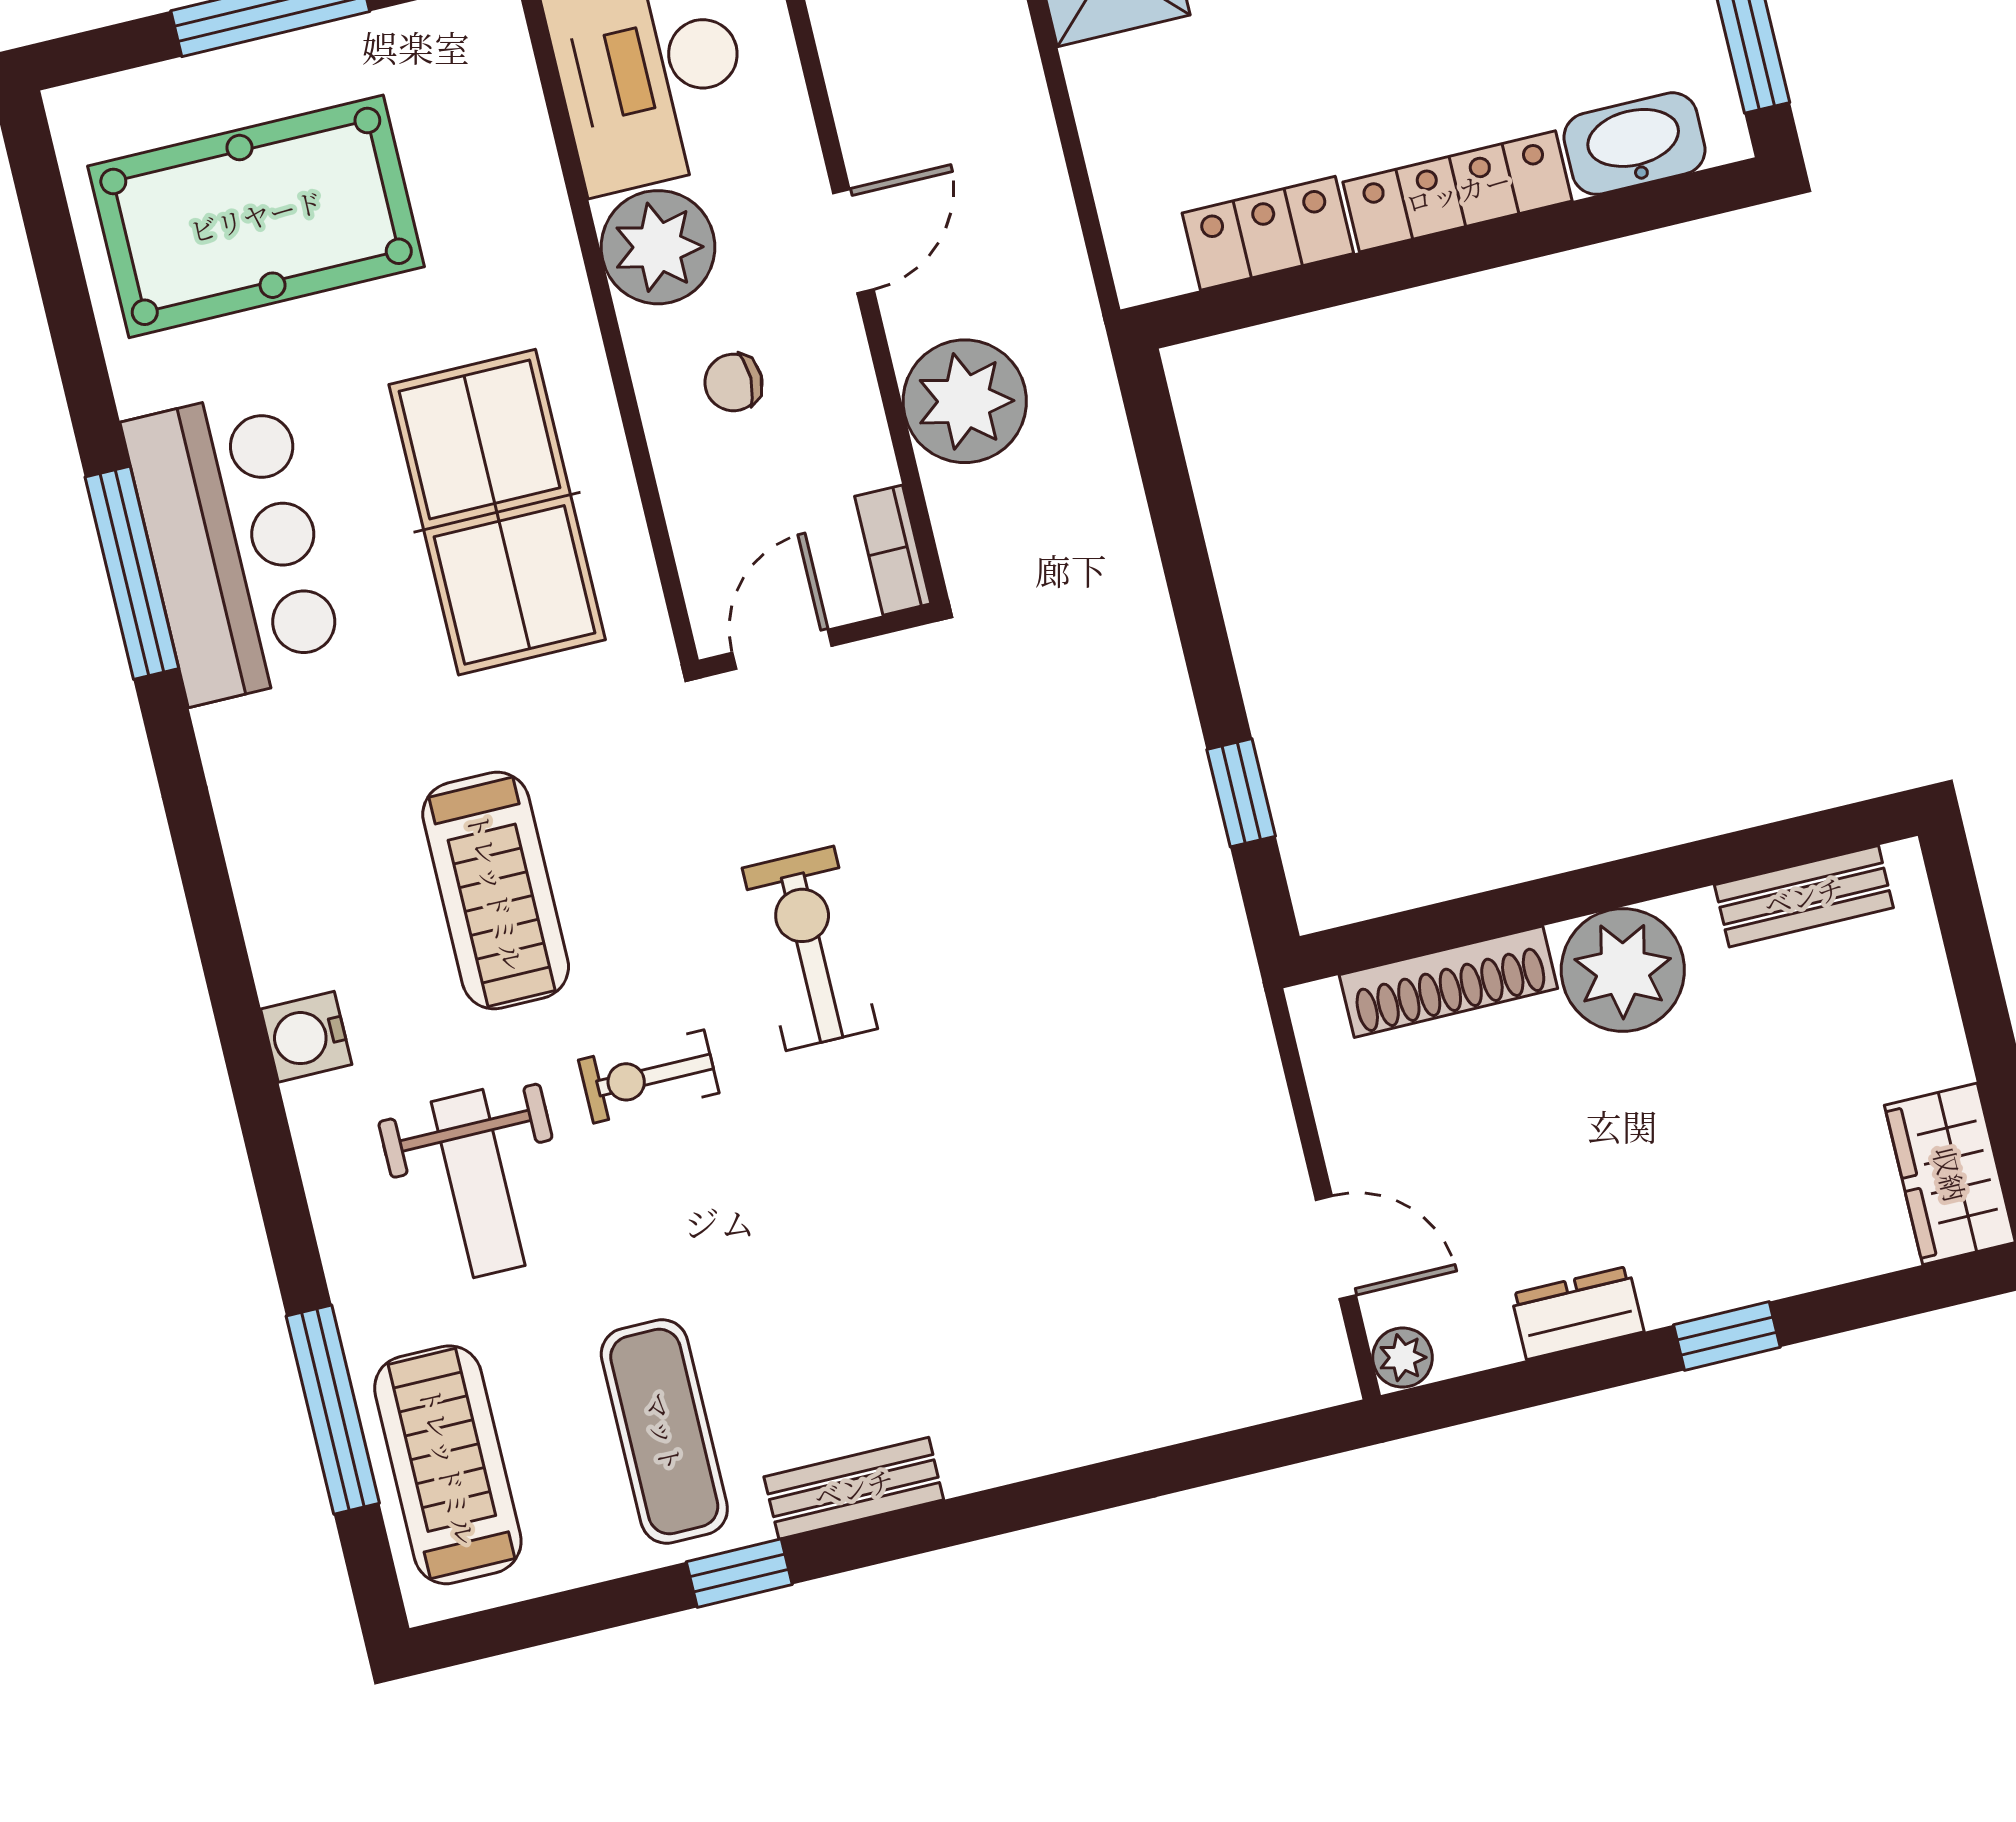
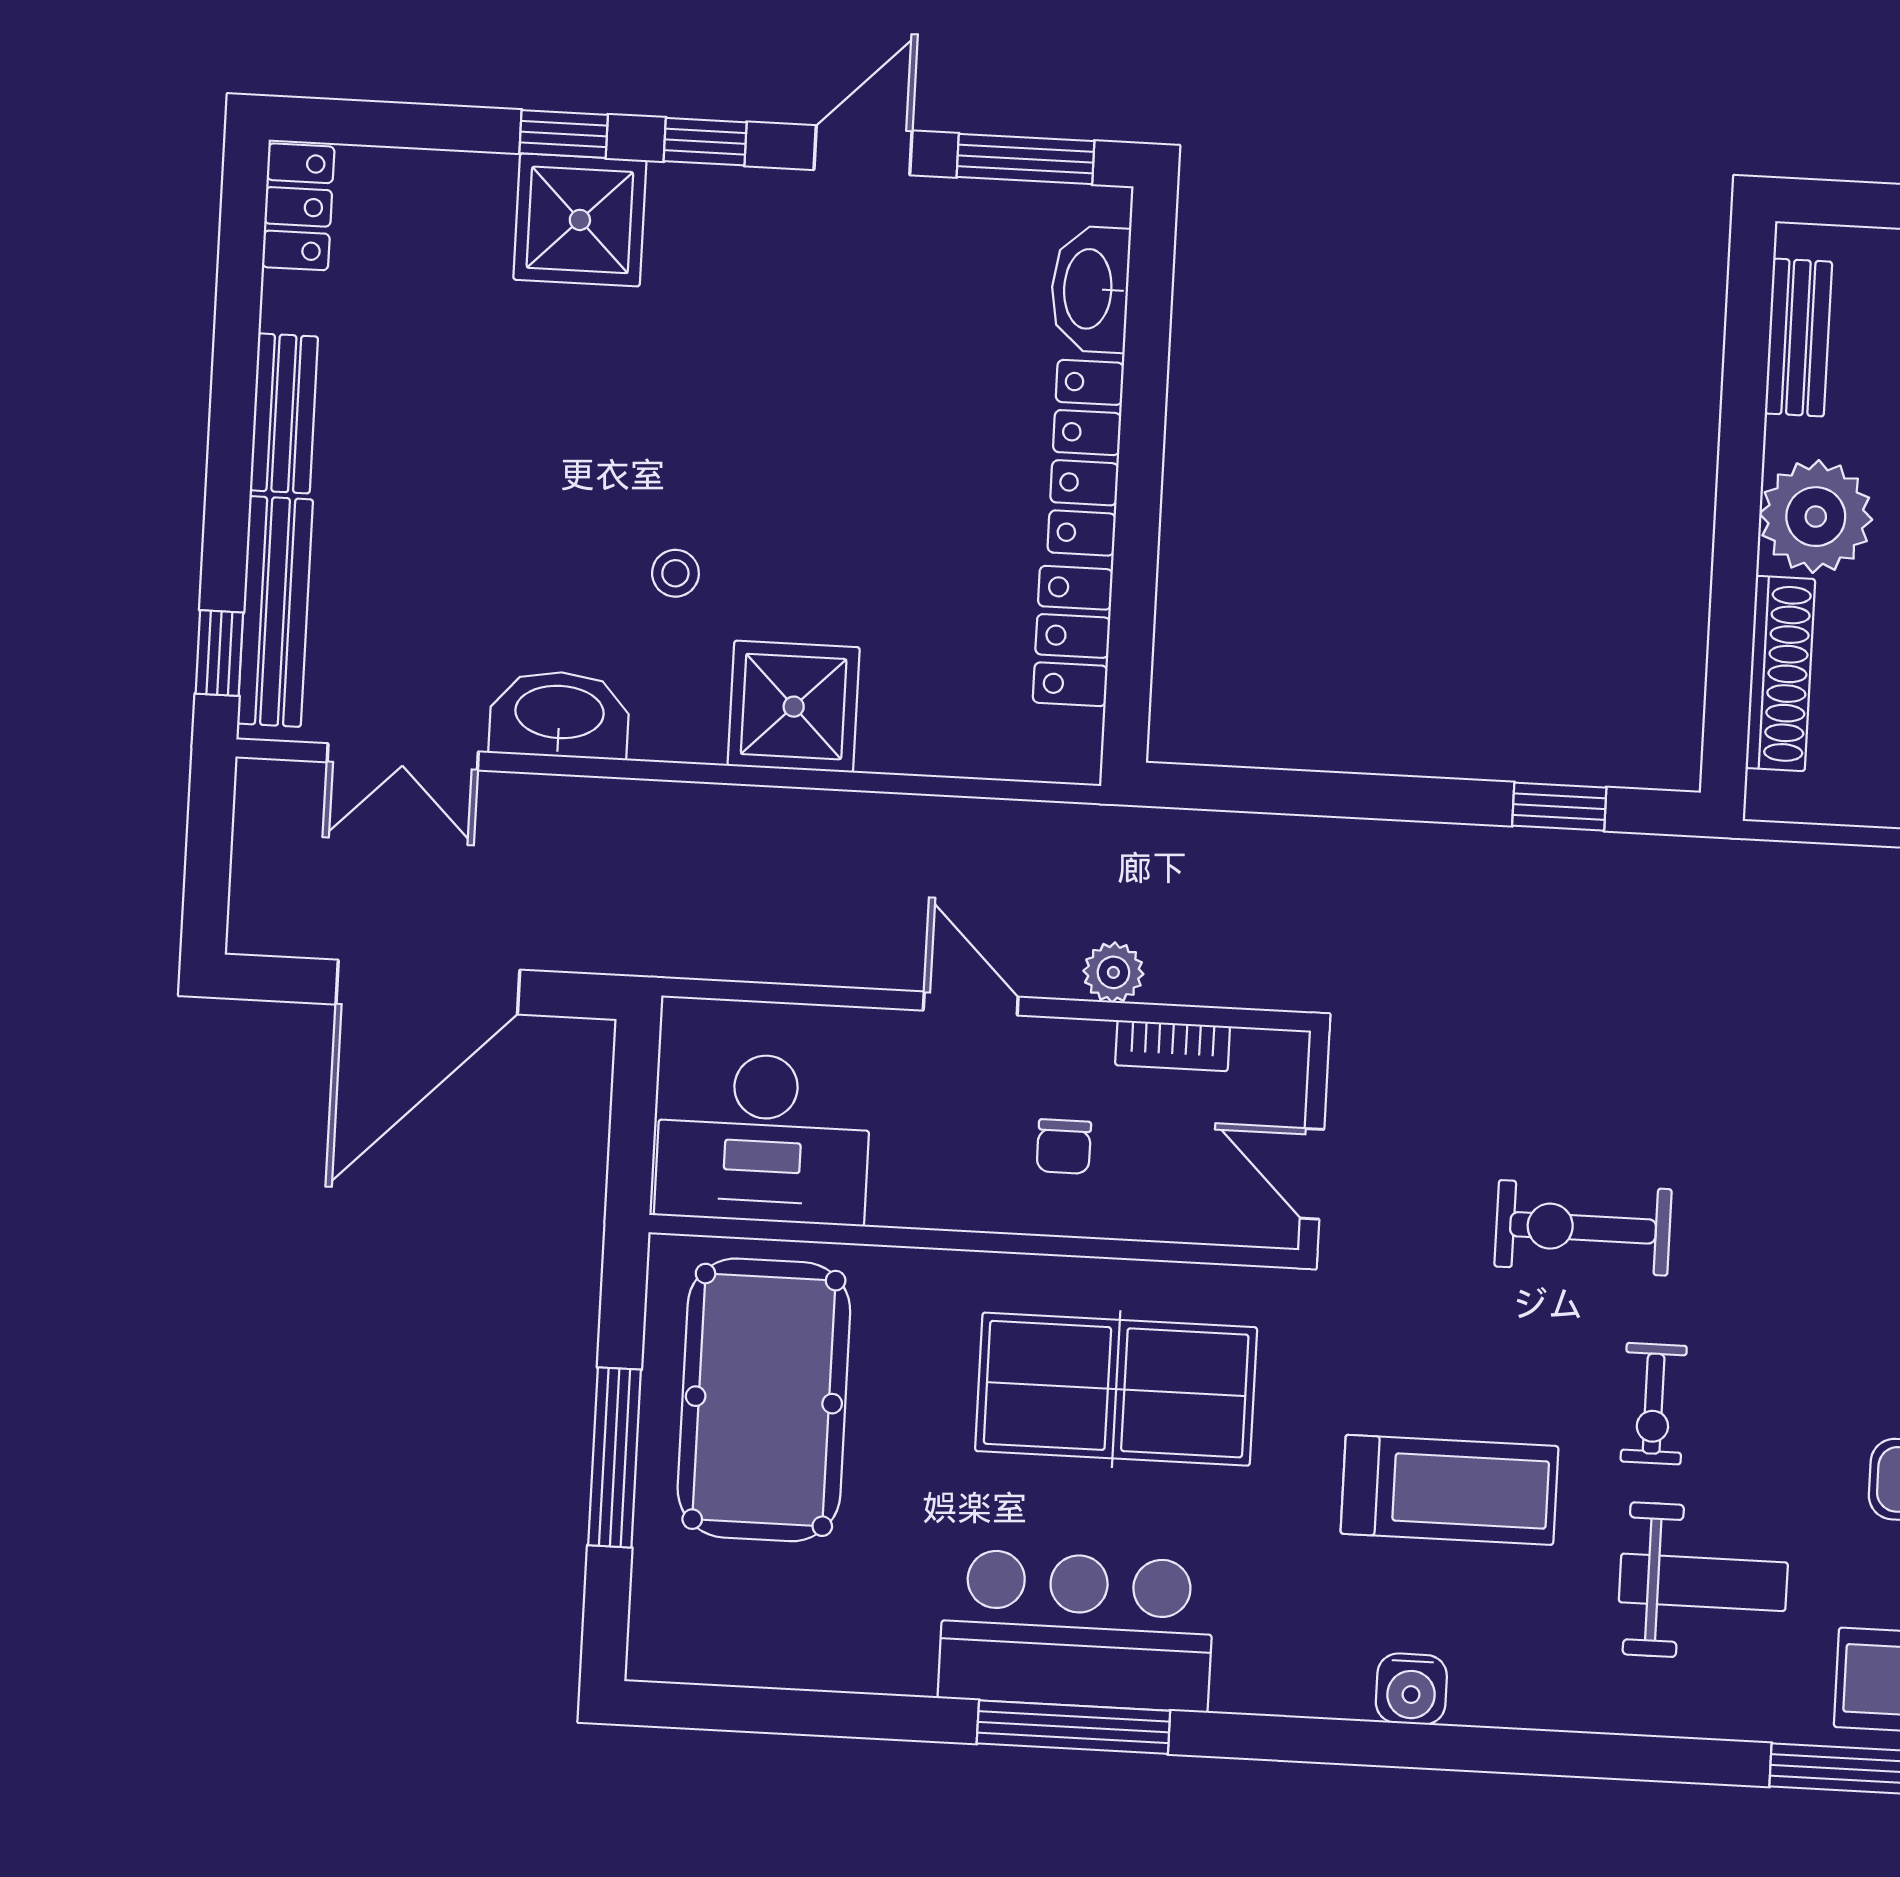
pool table: (256, 216) -> (764, 1400), moved
plant: (658, 247) -> (925, 1177), removed
plant: (965, 401) -> (1113, 972), width x0.53, depth x0.53
bookcase: (893, 550) -> (1173, 1046), moved
water cooler: (306, 1037) -> (1411, 1689), moved

